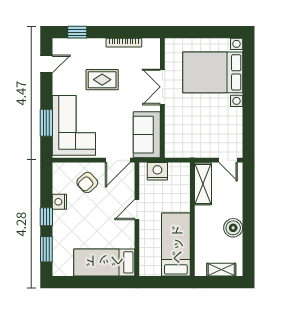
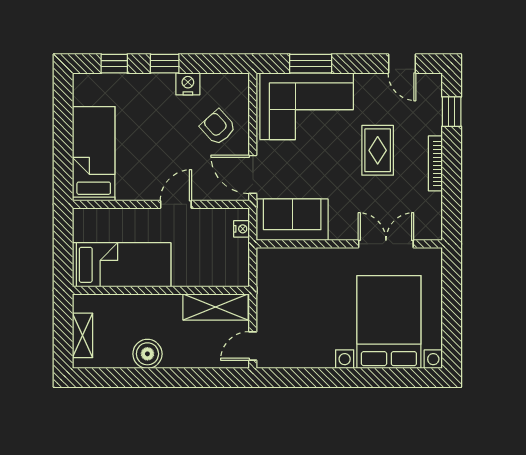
bookcase: (124, 43) -> (435, 163), moved
double door: (162, 87) -> (386, 244), moved
nightstand: (157, 171) -> (241, 229), width x0.53, depth x0.56
door: (137, 210) -> (176, 204), hinge flipped
window: (46, 249) -> (114, 64), width x0.67

